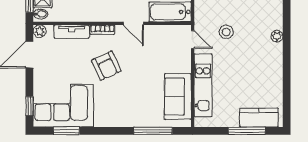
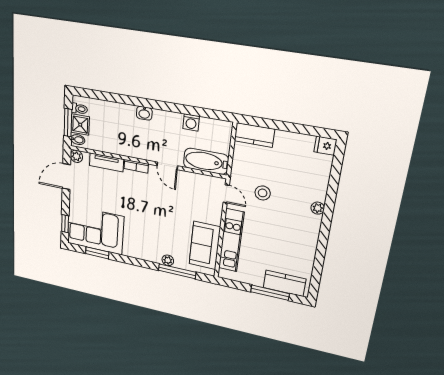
armchair: (106, 66) -> (138, 202), removed
plant: (142, 121) -> (168, 260), added

